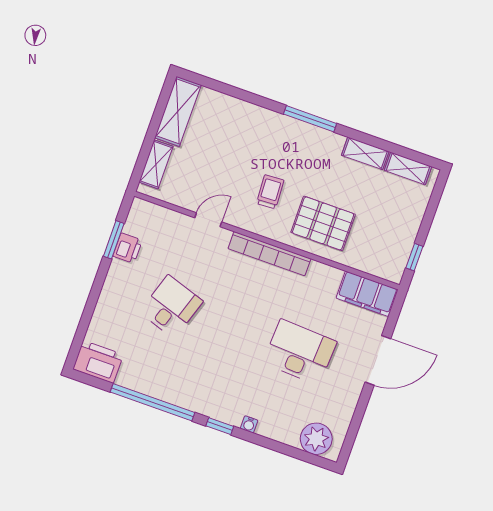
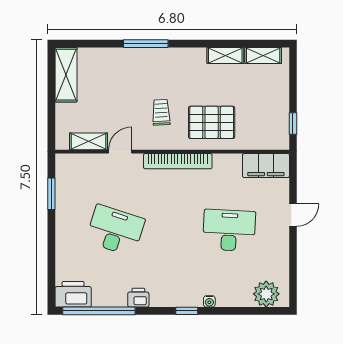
window: (310, 119) -> (146, 44), moved
shelving: (156, 164) -> (88, 141), moved, turned 90
printer: (128, 248) -> (138, 298), moved, turned -90
desk: (171, 307) -> (115, 230), width x1.37
door: (378, 360) -> (293, 215), width x0.53
window: (153, 402) -> (99, 311), moved

